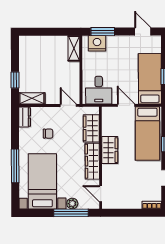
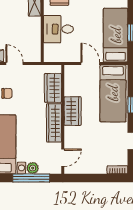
desk: (99, 90) -> (58, 29), moved, turned 90
door: (68, 105) -> (14, 63), moved
door: (101, 194) -> (63, 158), swing flipped

